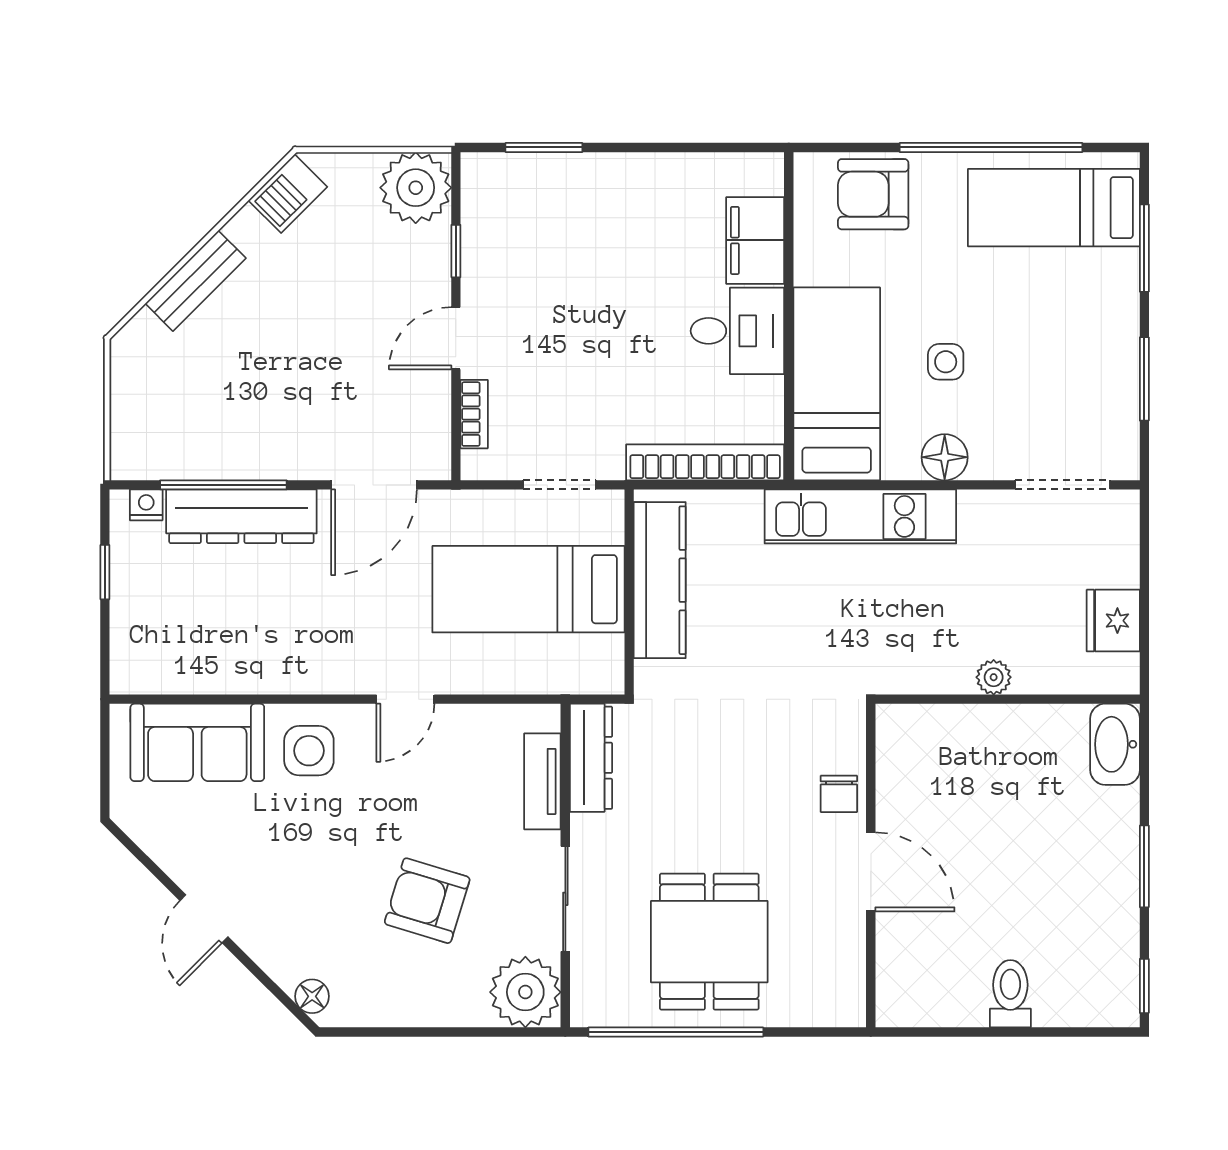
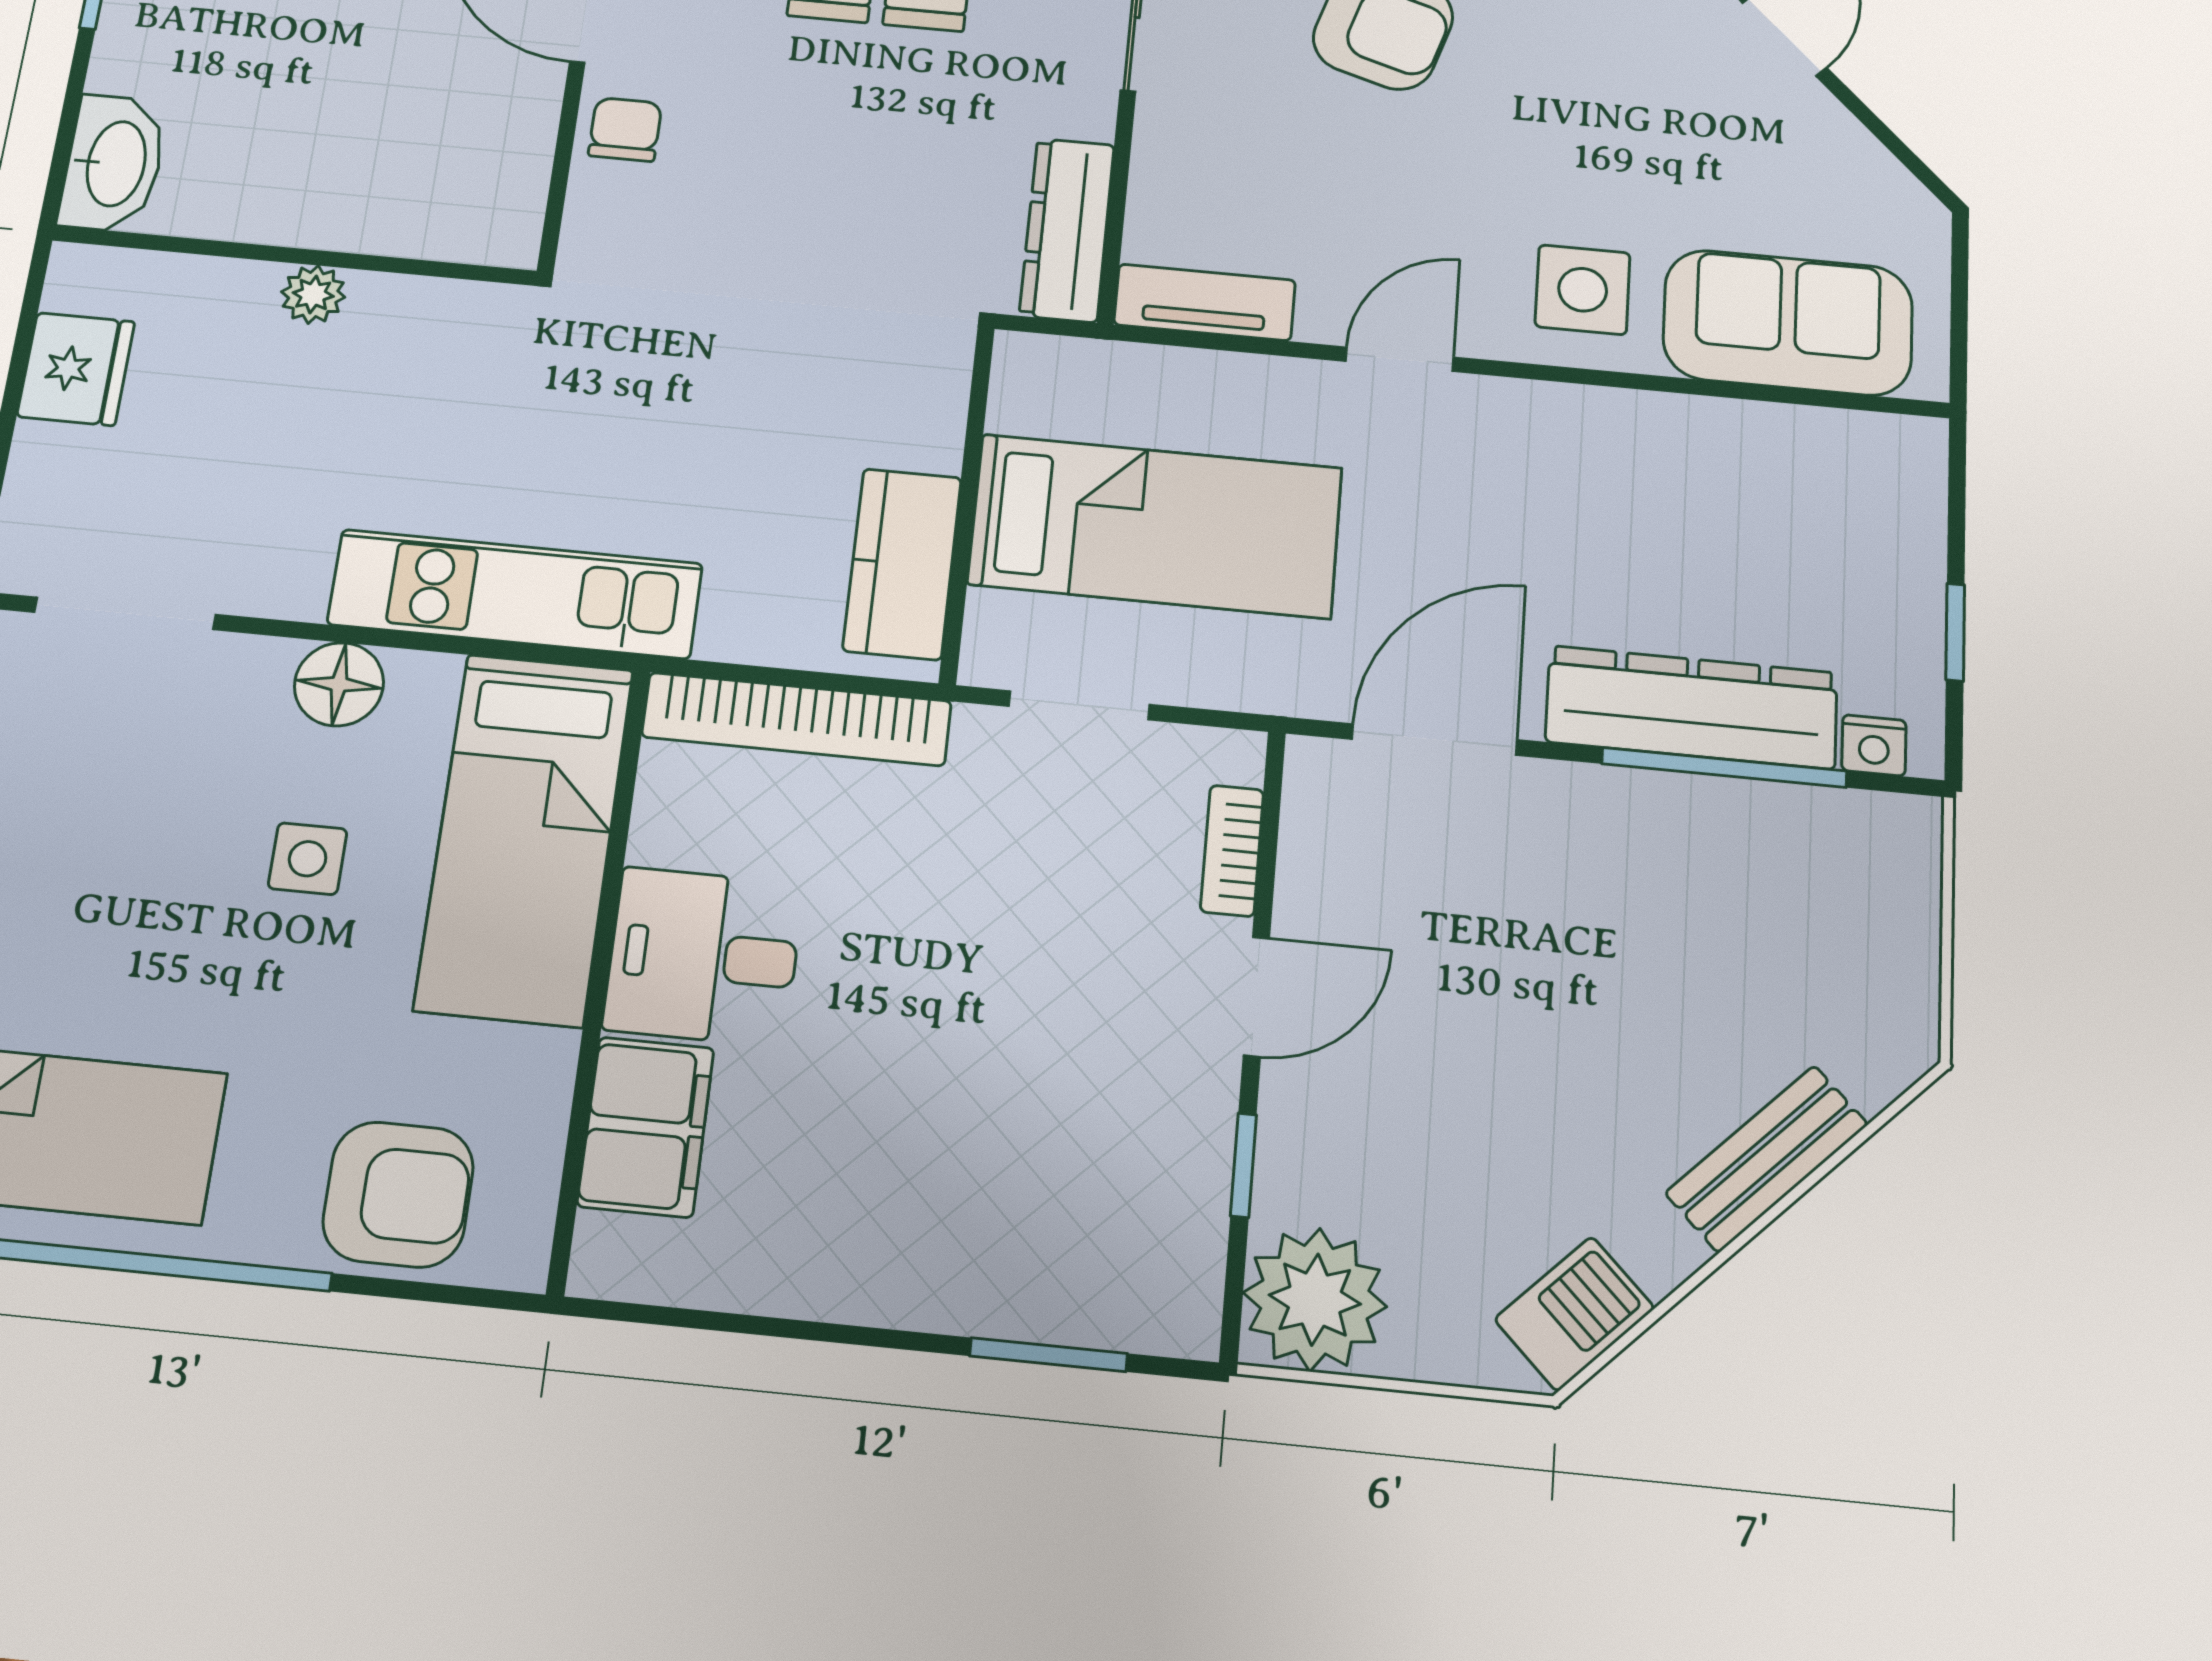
kitchen counter: (660, 580) -> (902, 564), width x0.67
tv unit: (542, 781) -> (1205, 302), moved, turned -90

